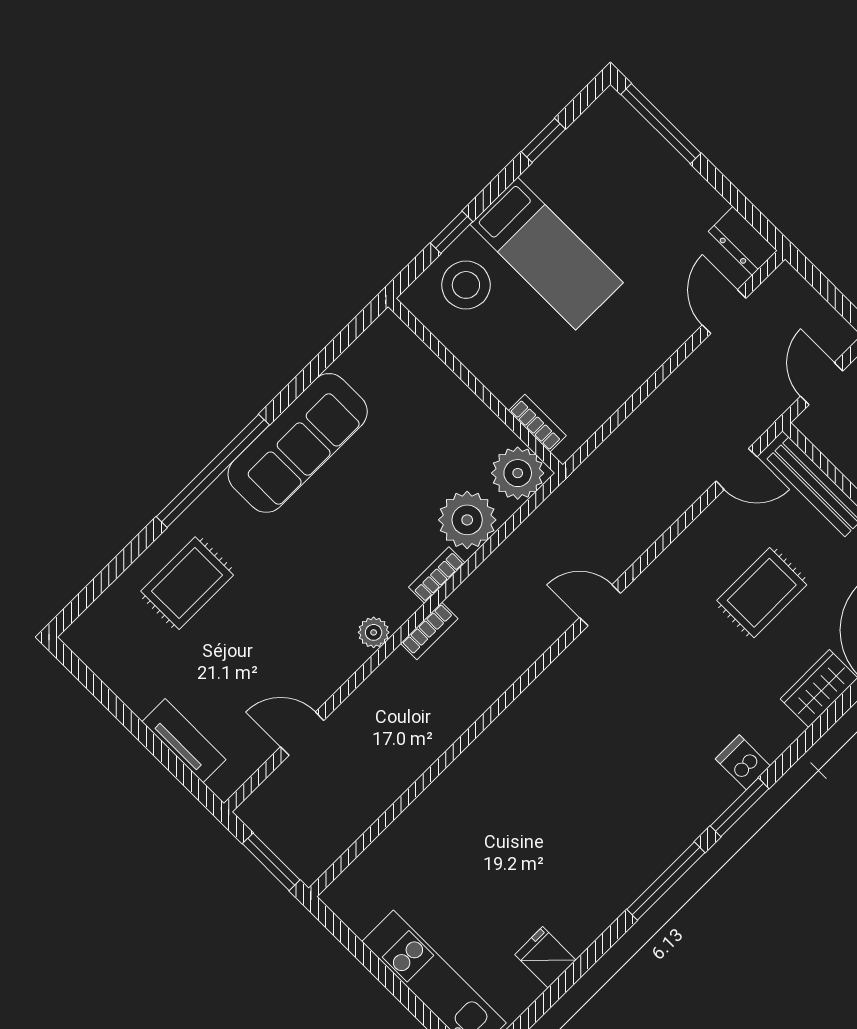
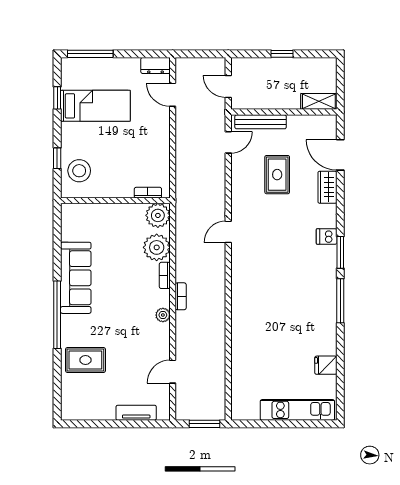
bed: (547, 254) -> (95, 106), moved
rug: (187, 583) -> (85, 360), turned 90

